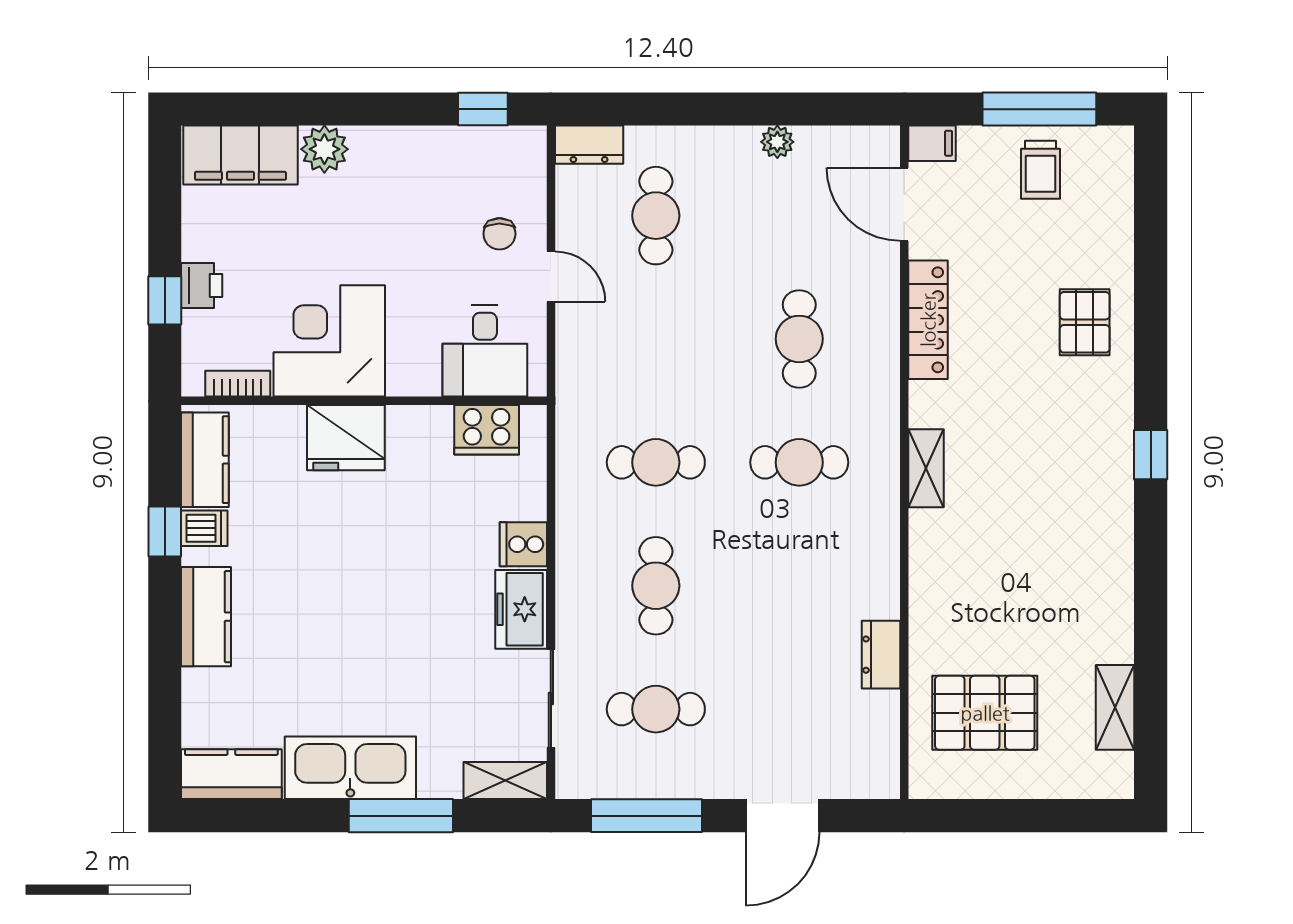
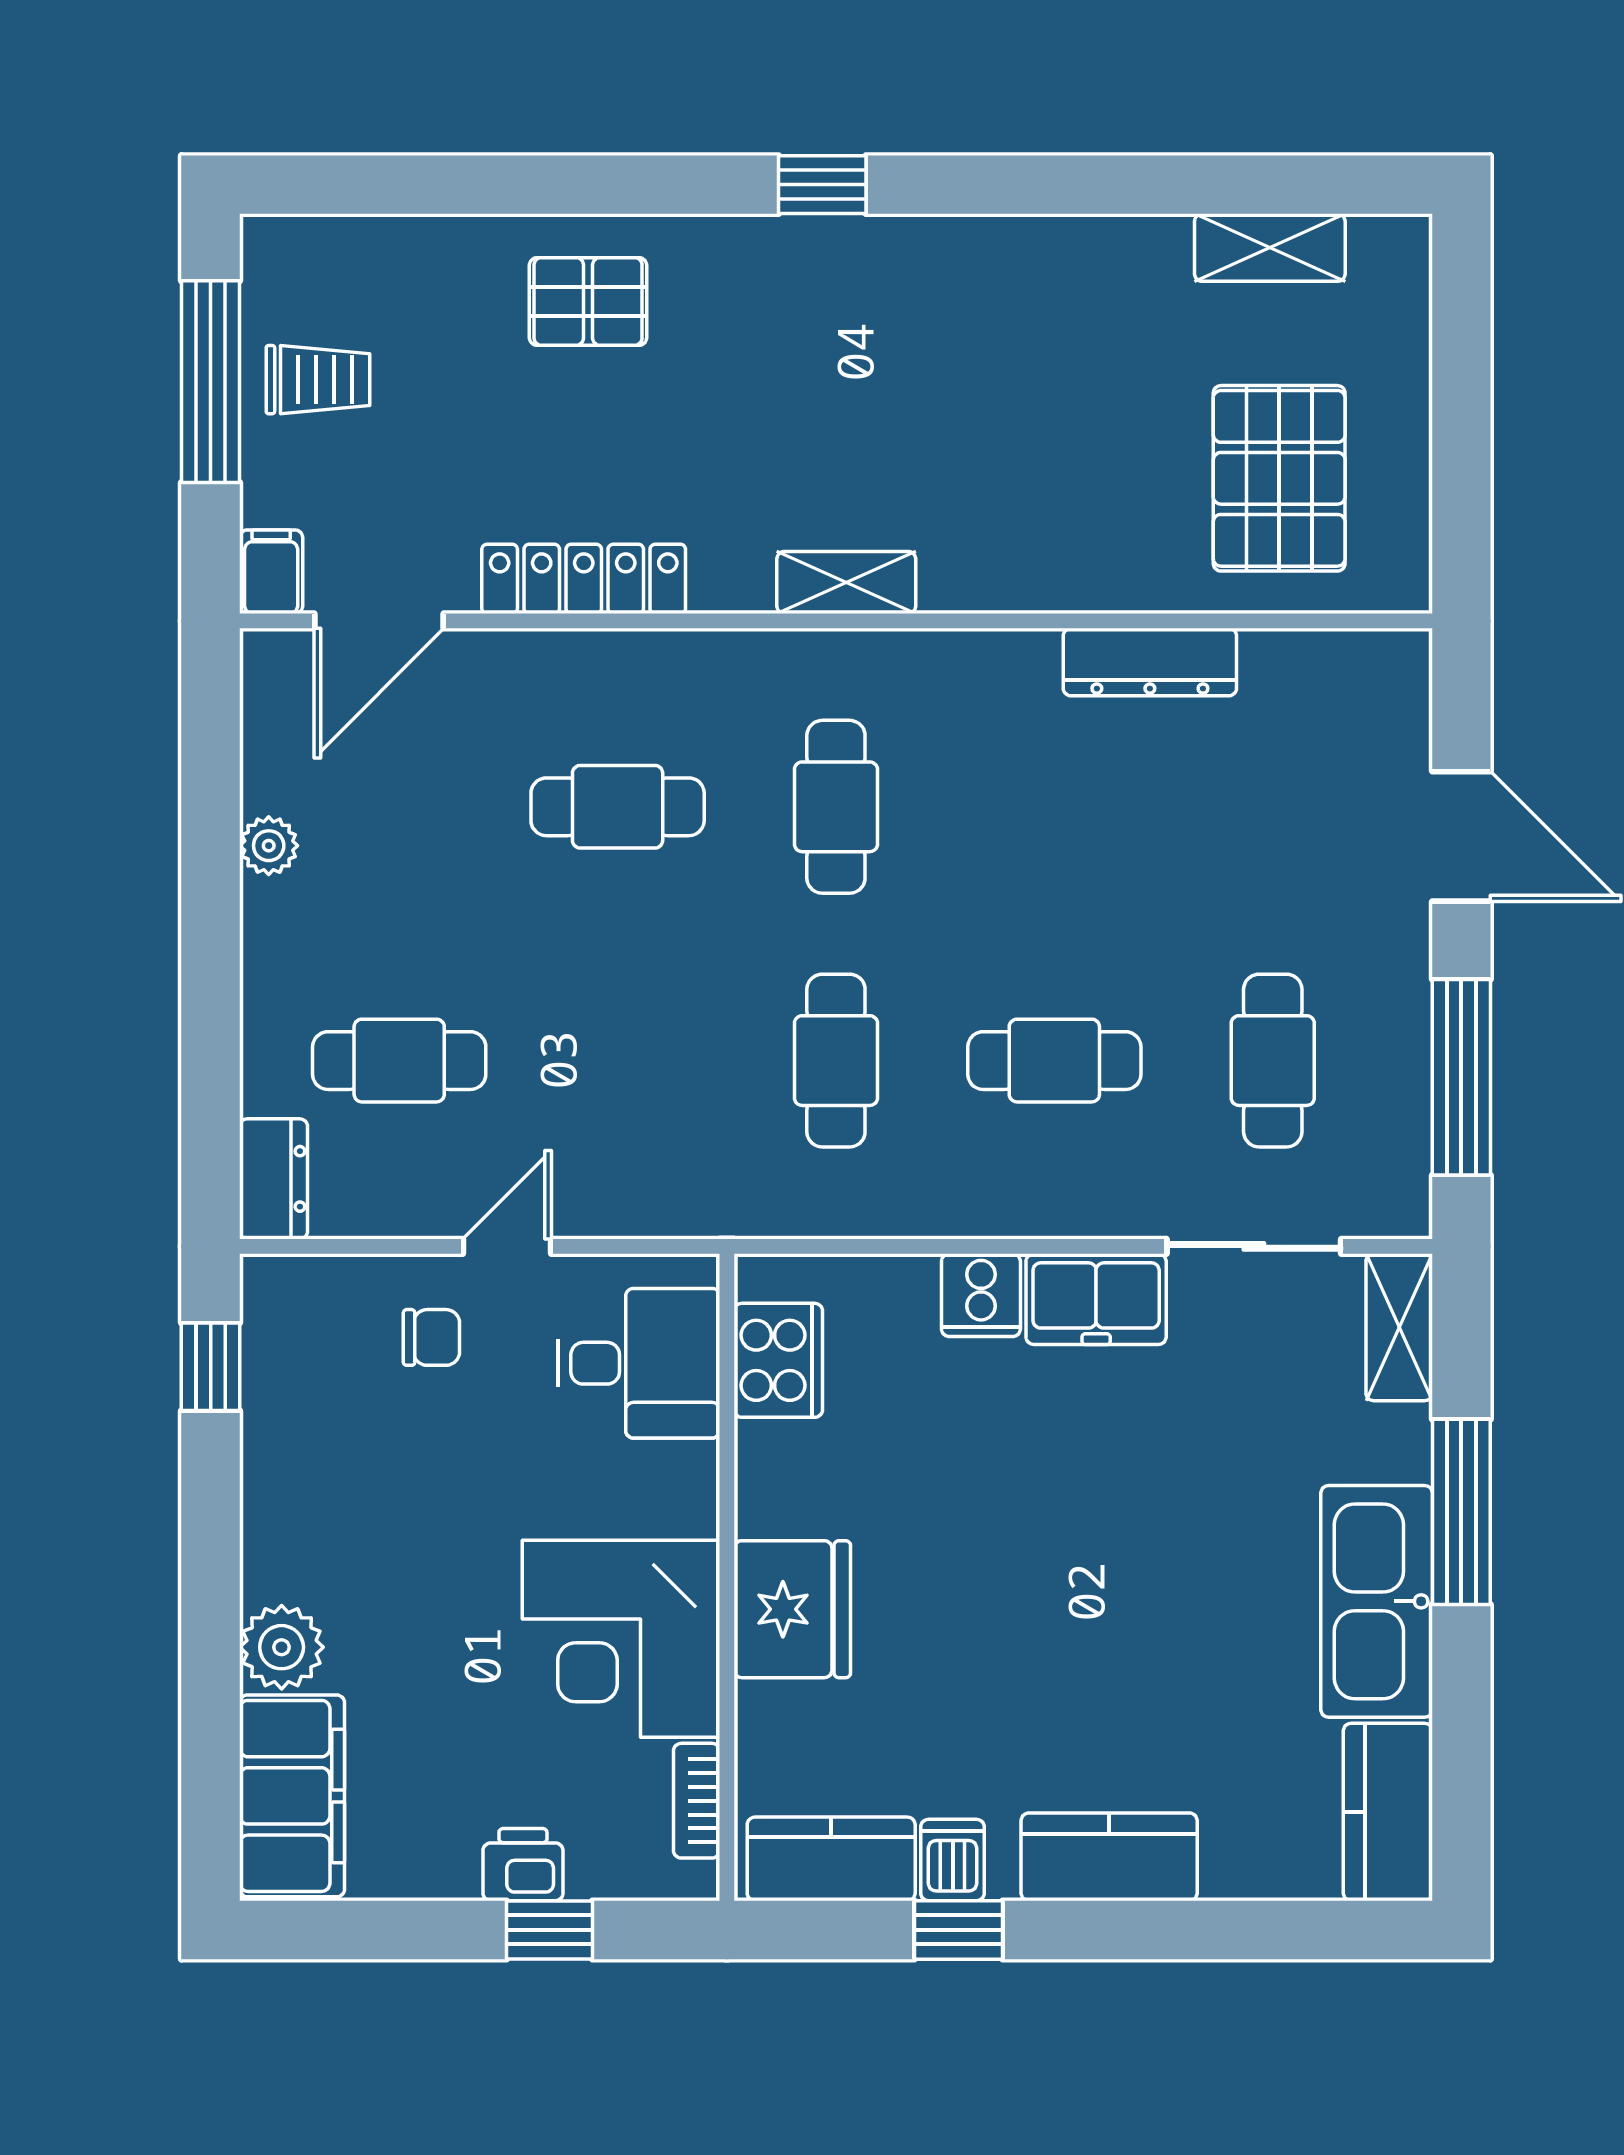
dresser: (881, 655) -> (1150, 662), width x1.44

